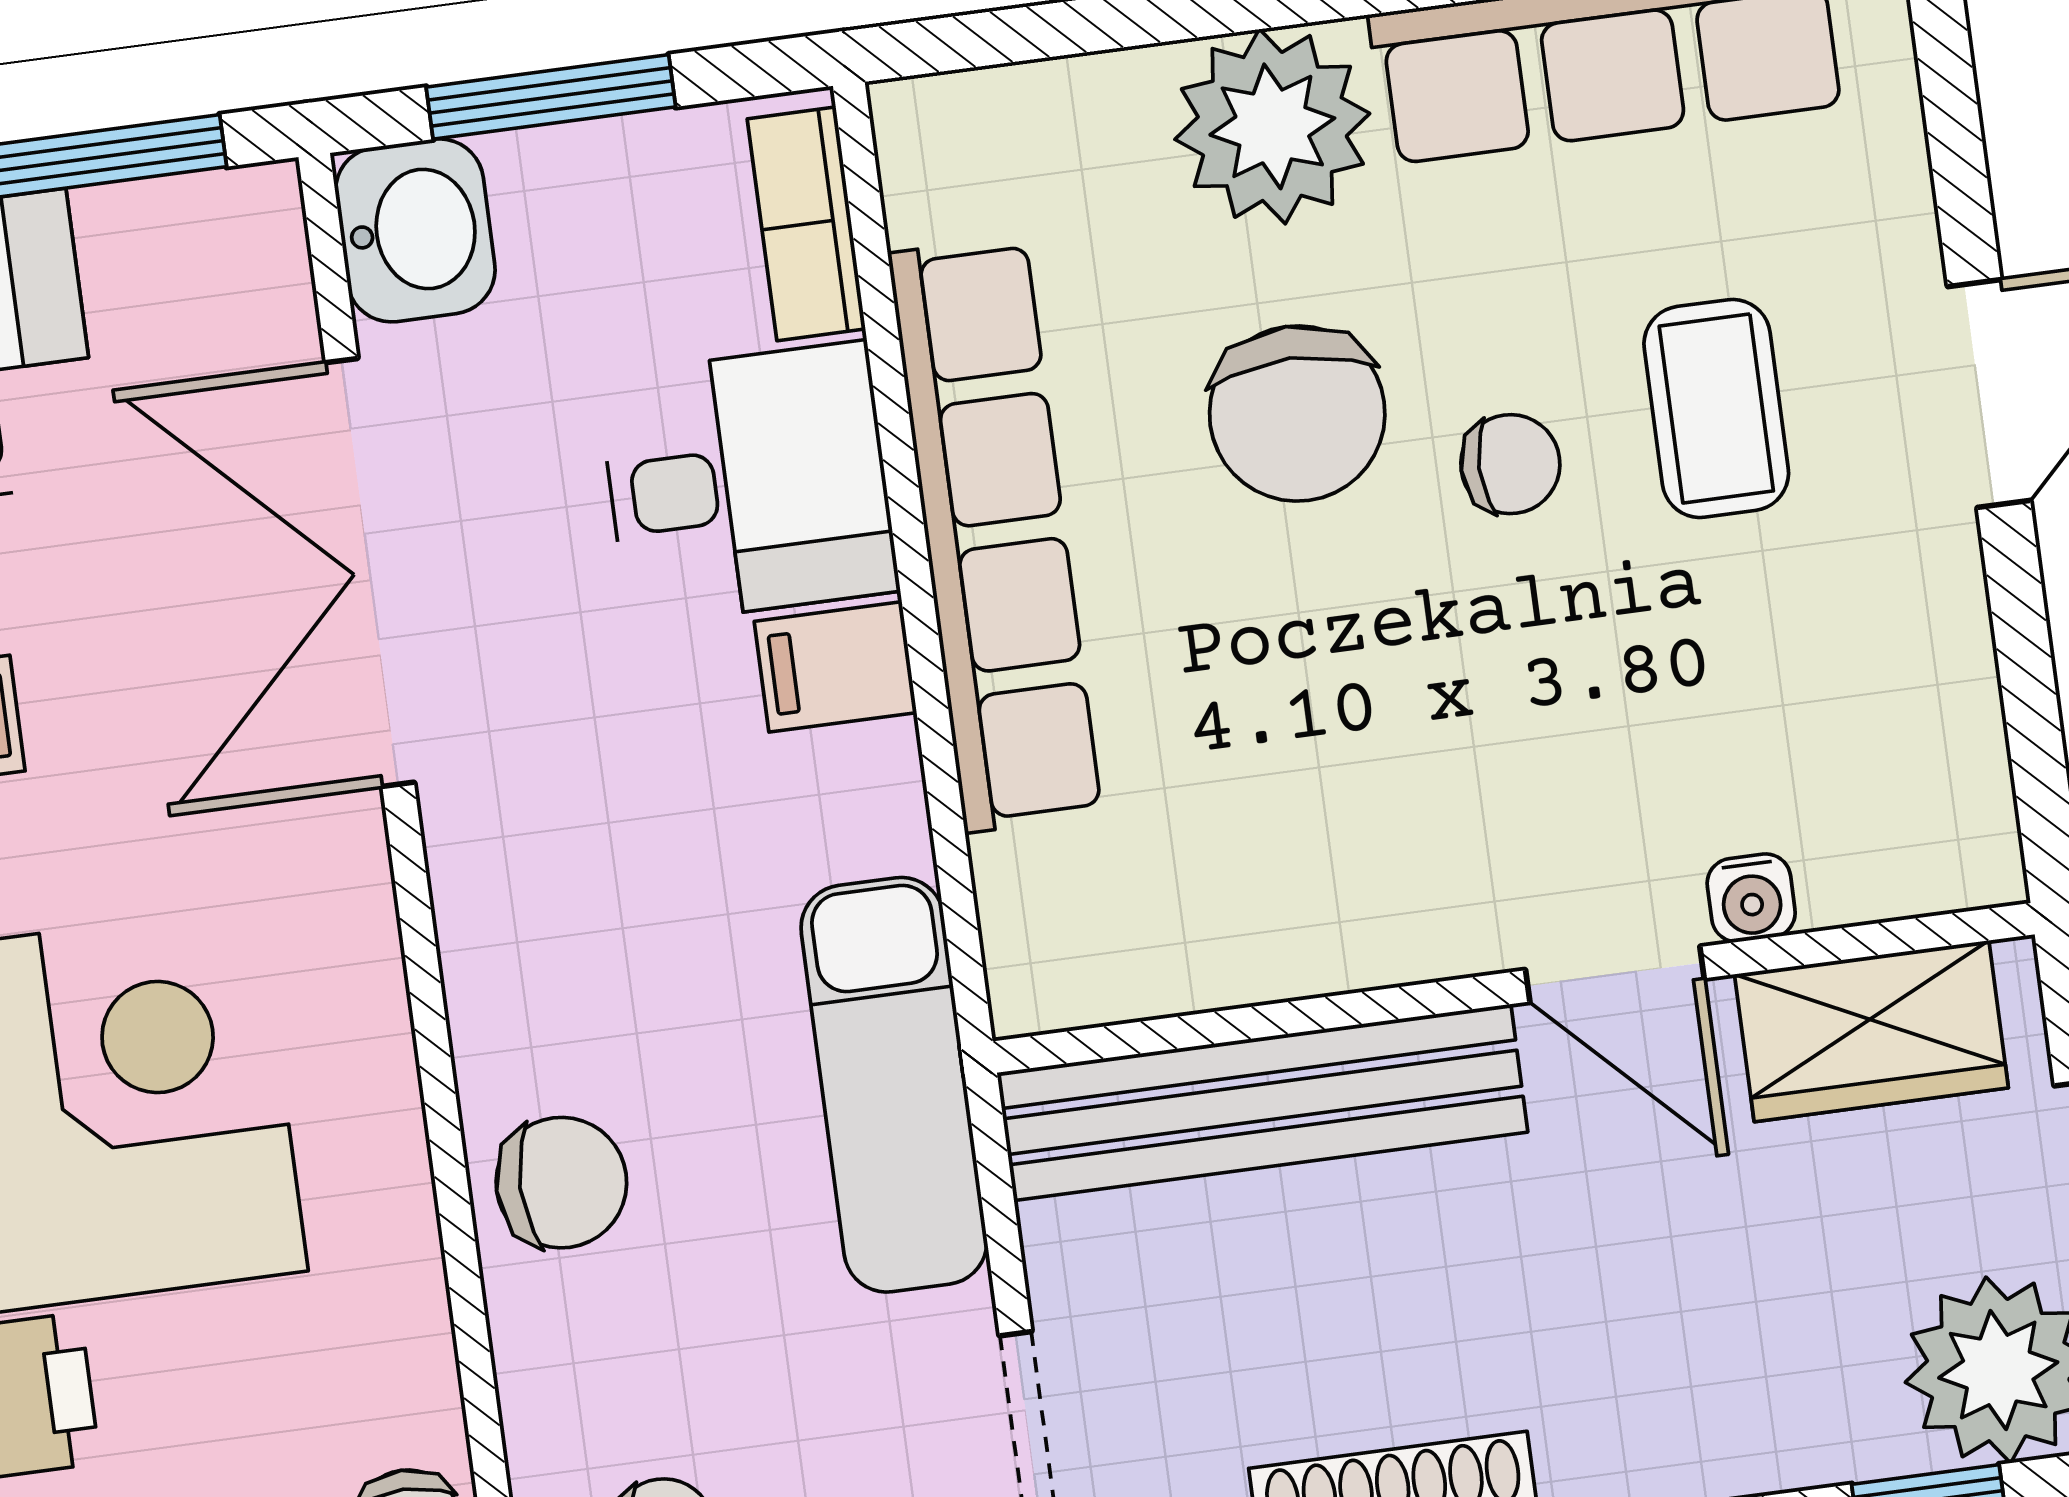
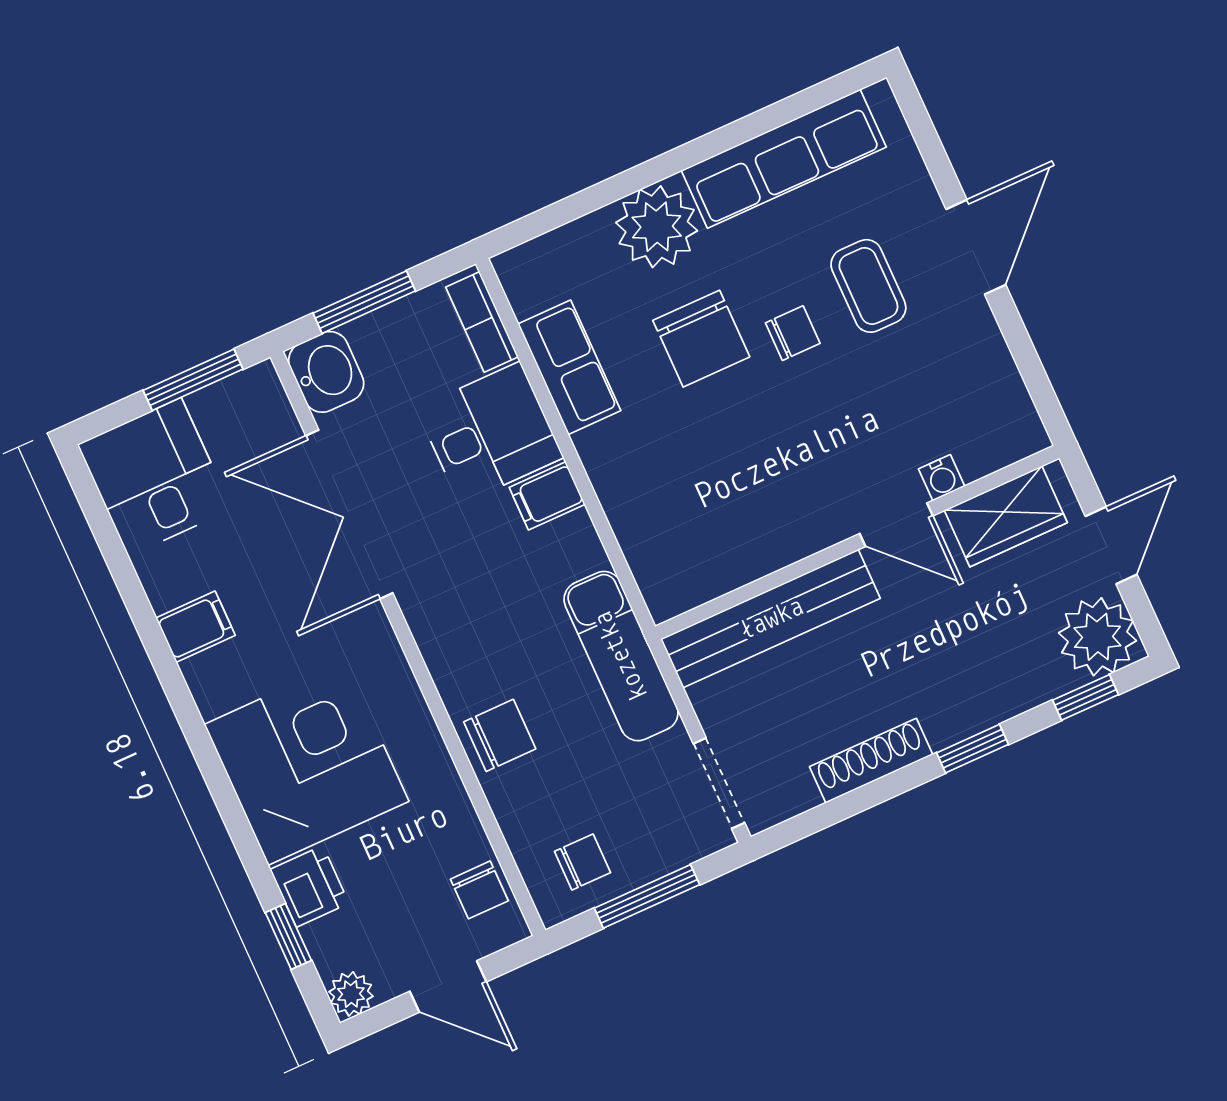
row of seats: (995, 534) -> (569, 367), width x0.50

